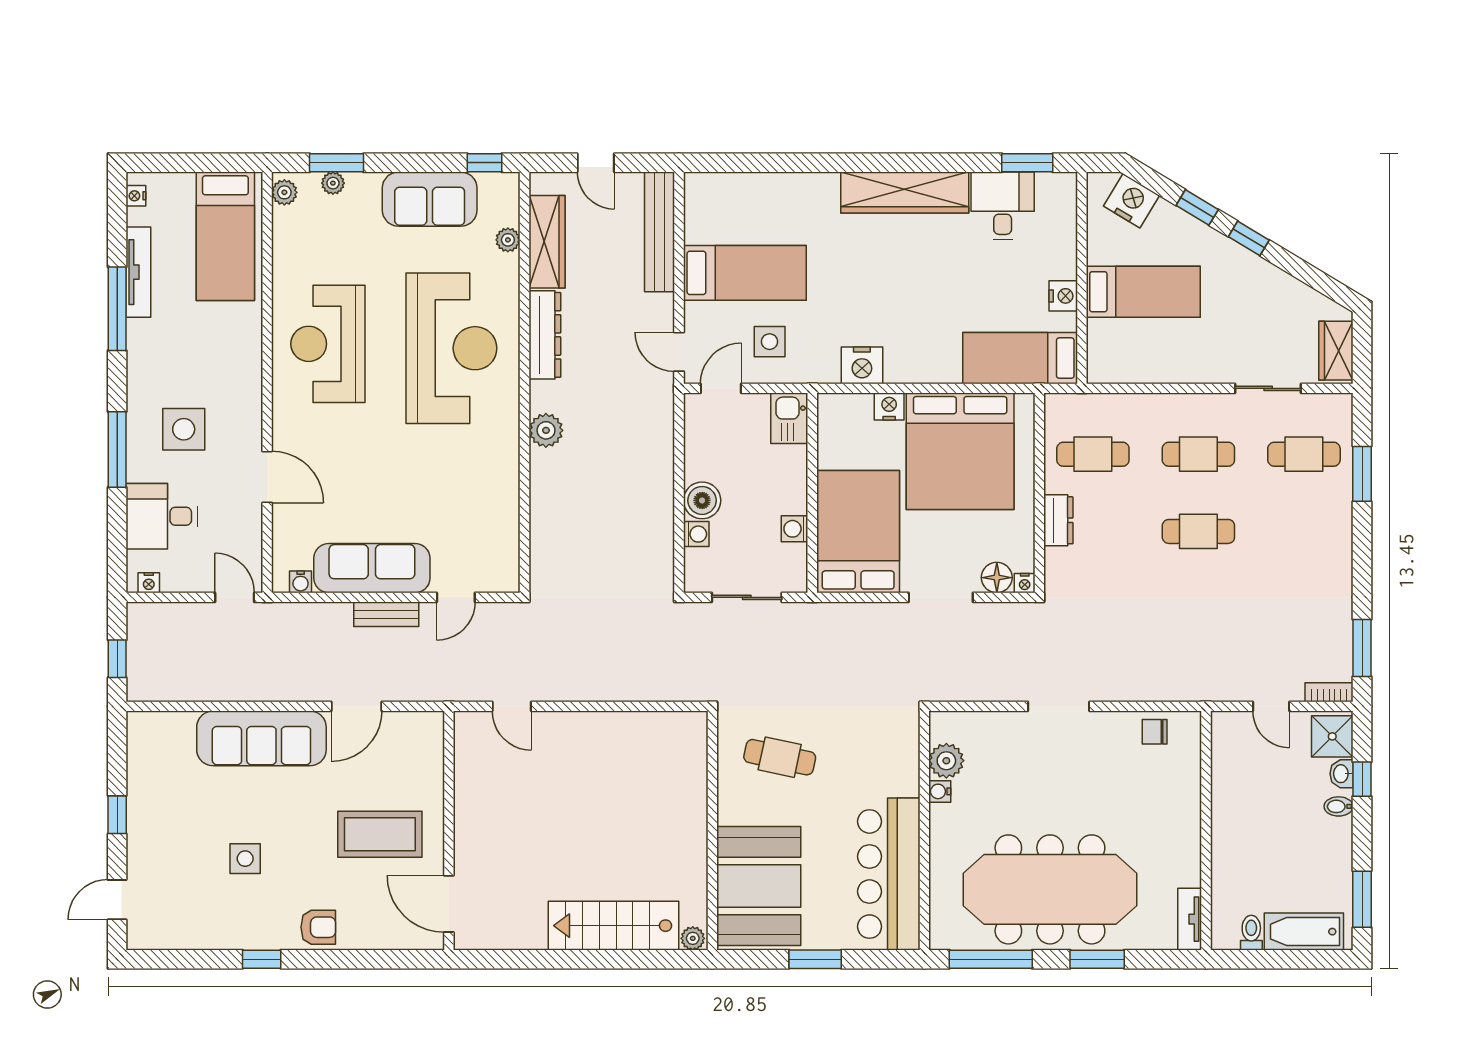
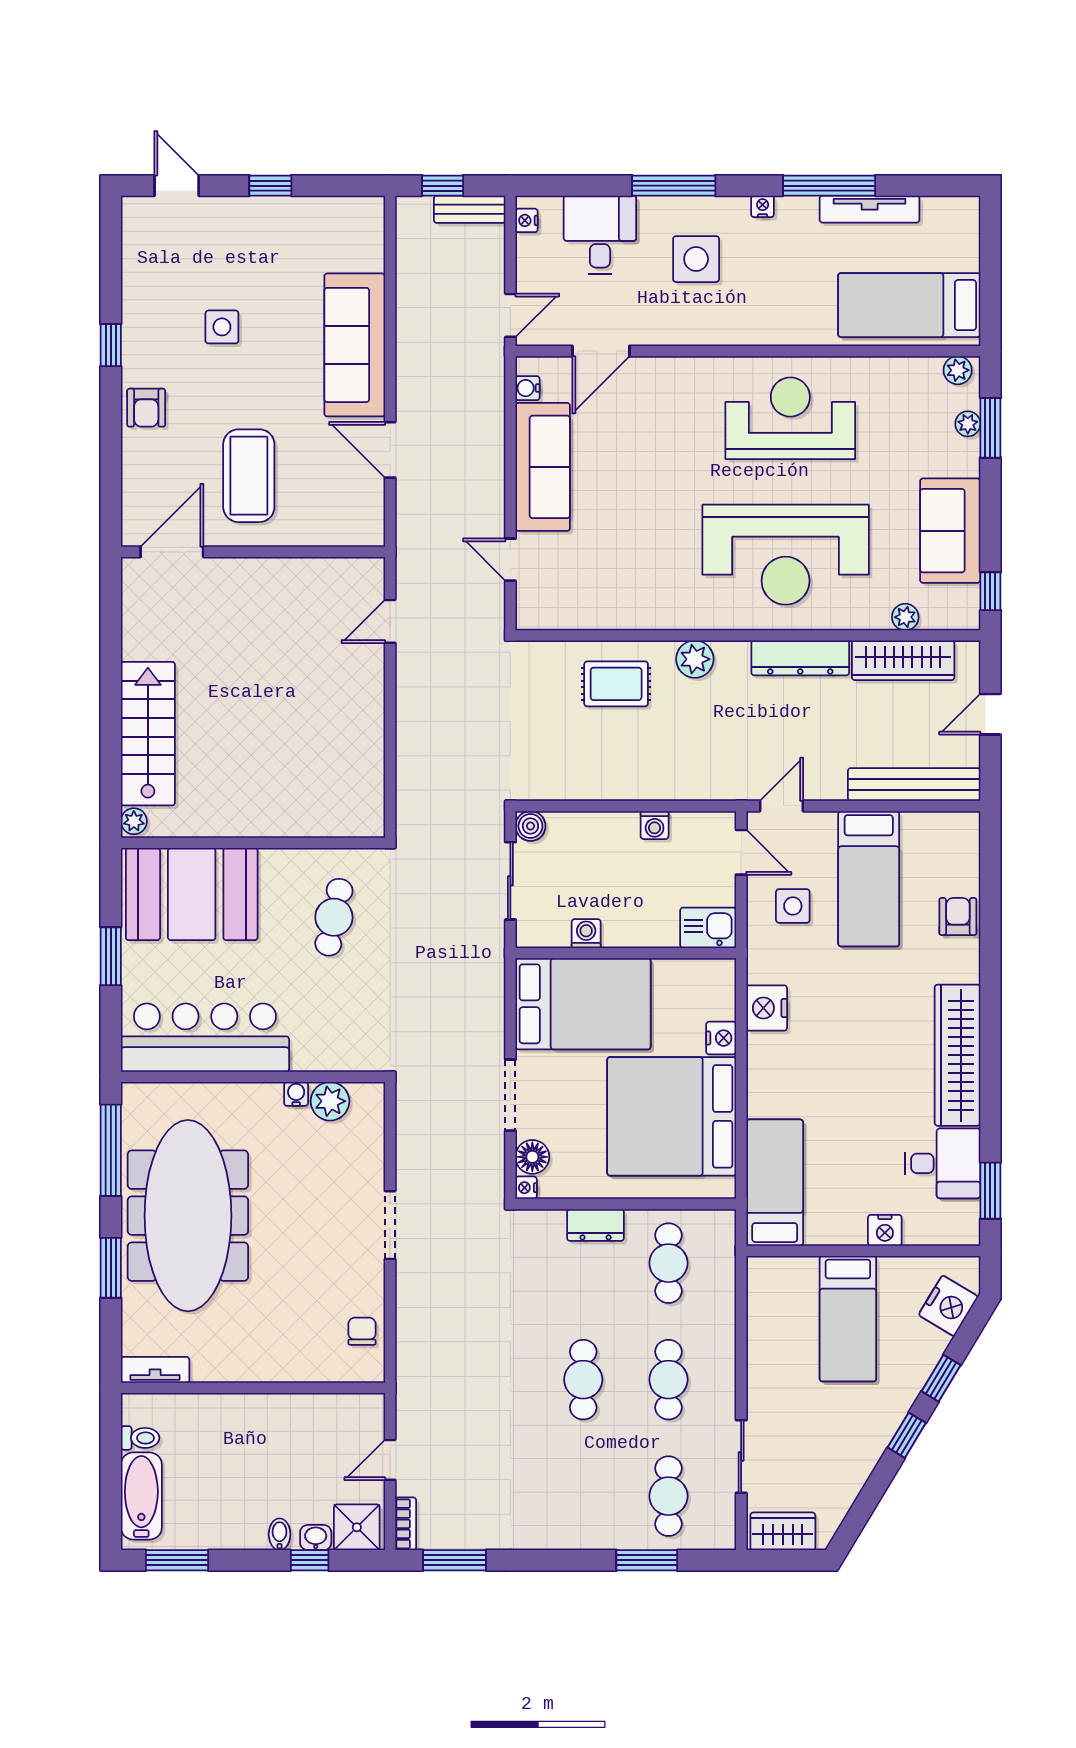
armchair: (779, 192) -> (958, 916), added
nightstand: (136, 196) -> (763, 206), moved
nightstand: (1063, 296) -> (885, 1230), moved
door: (267, 477) -> (601, 351), moved
boiler: (702, 500) -> (530, 826), moved, width x0.73, depth x0.73
rug: (568, 502) -> (616, 684), added
washing machine: (696, 534) -> (655, 825), moved
bench: (386, 614) -> (470, 209), moved, turned 90

